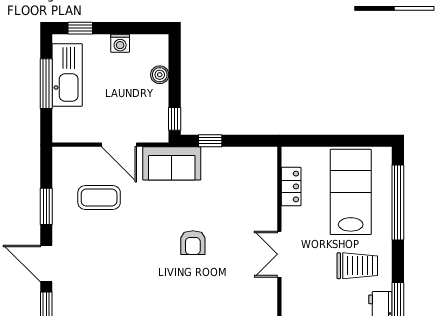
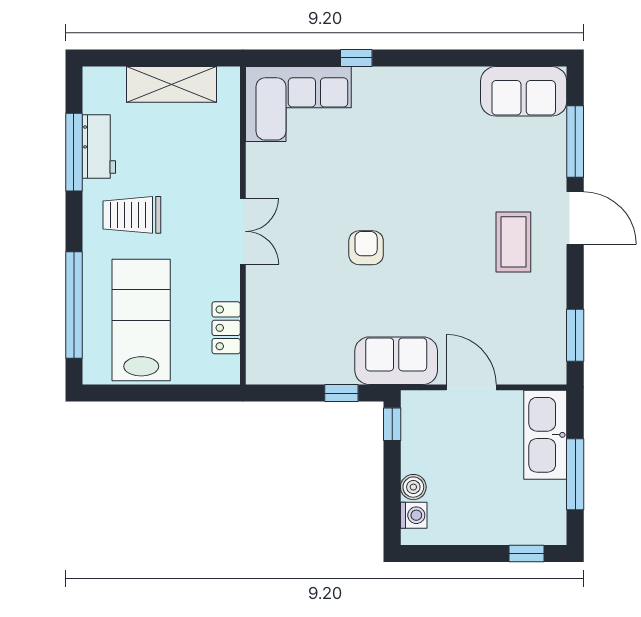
washing machine: (120, 43) -> (414, 515), moved, turned 90
kitchen sink: (67, 75) -> (545, 435), moved
lab bench: (351, 192) -> (141, 320), turned 180
coffee table: (99, 197) -> (513, 242), moved, turned 90
window: (46, 206) -> (575, 335), moved

